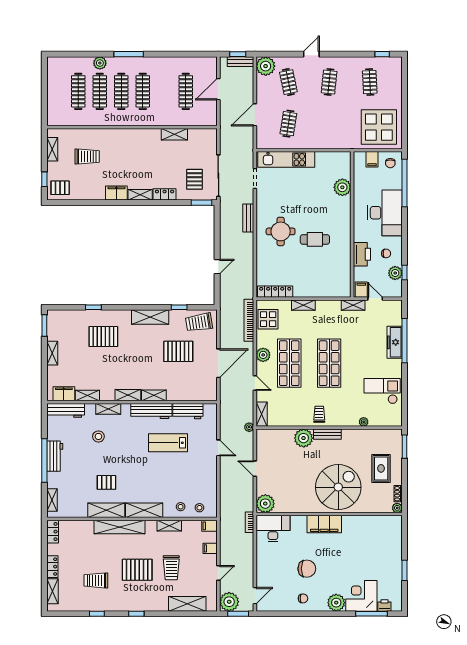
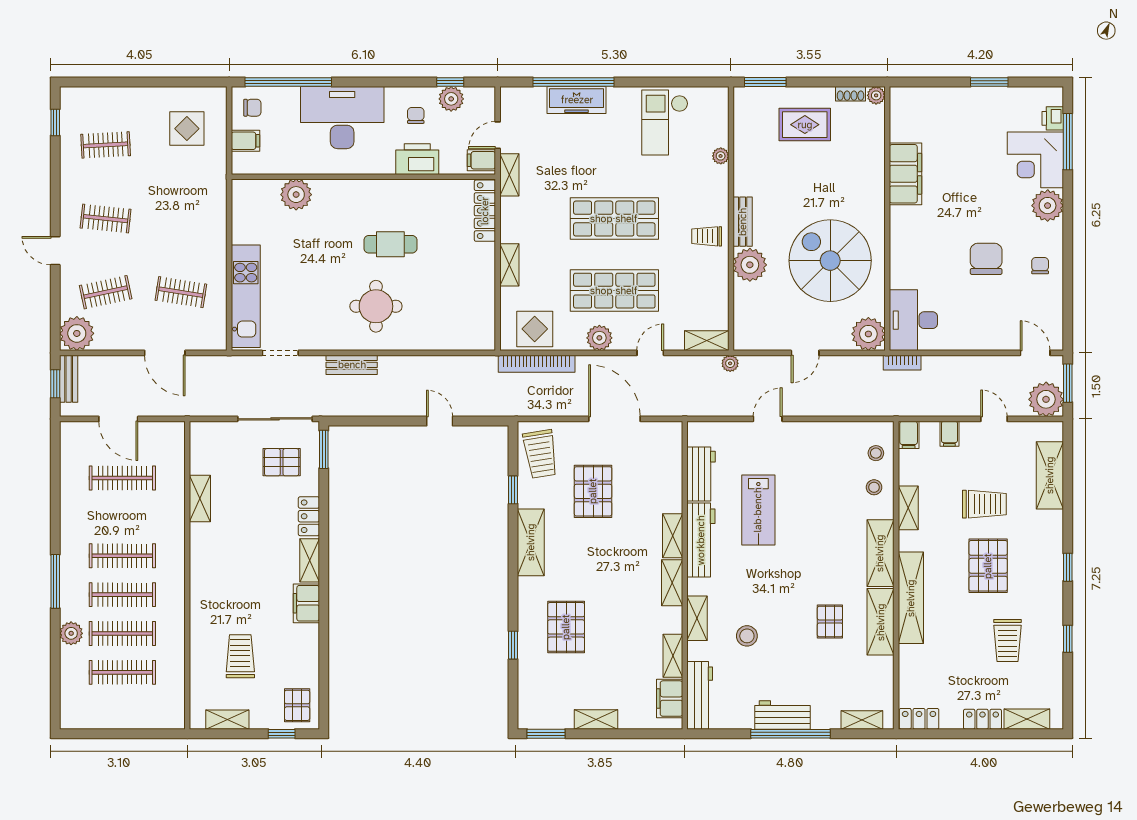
display table: (379, 127) -> (187, 129), width x0.54, depth x0.54
cafe table: (315, 239) -> (390, 244), turned 90
locker: (275, 292) -> (485, 211), moved
spiral stairs: (338, 487) -> (830, 261), moved
filing cabinet: (324, 524) -> (906, 174), moved

